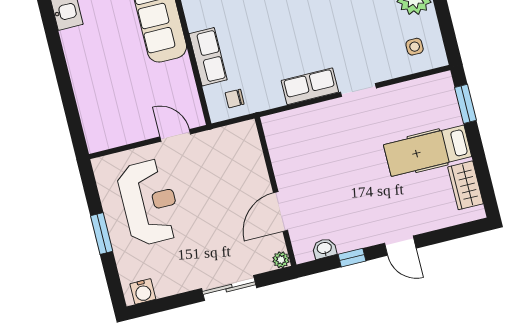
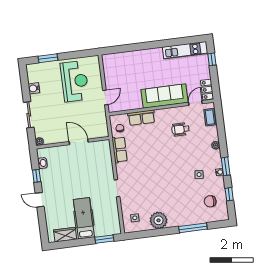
row of seats: (310, 86) -> (120, 150), moved
reception desk: (149, 202) -> (75, 81), turned -90
door: (280, 212) -> (79, 142), moved
window: (102, 233) -> (48, 58), moved
door: (400, 246) -> (40, 200), hinge flipped
water cooler: (143, 291) -> (34, 88), moved

